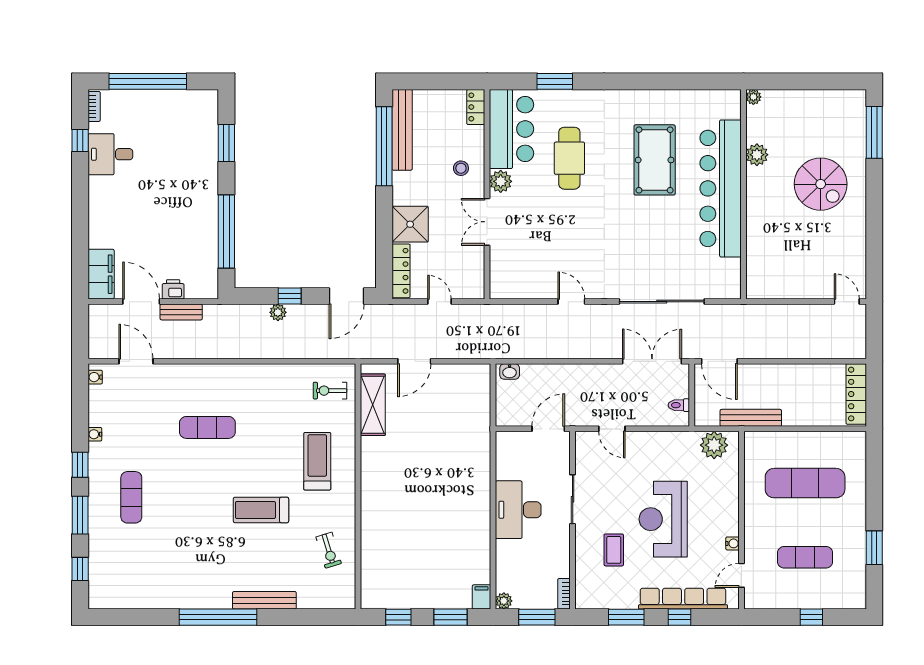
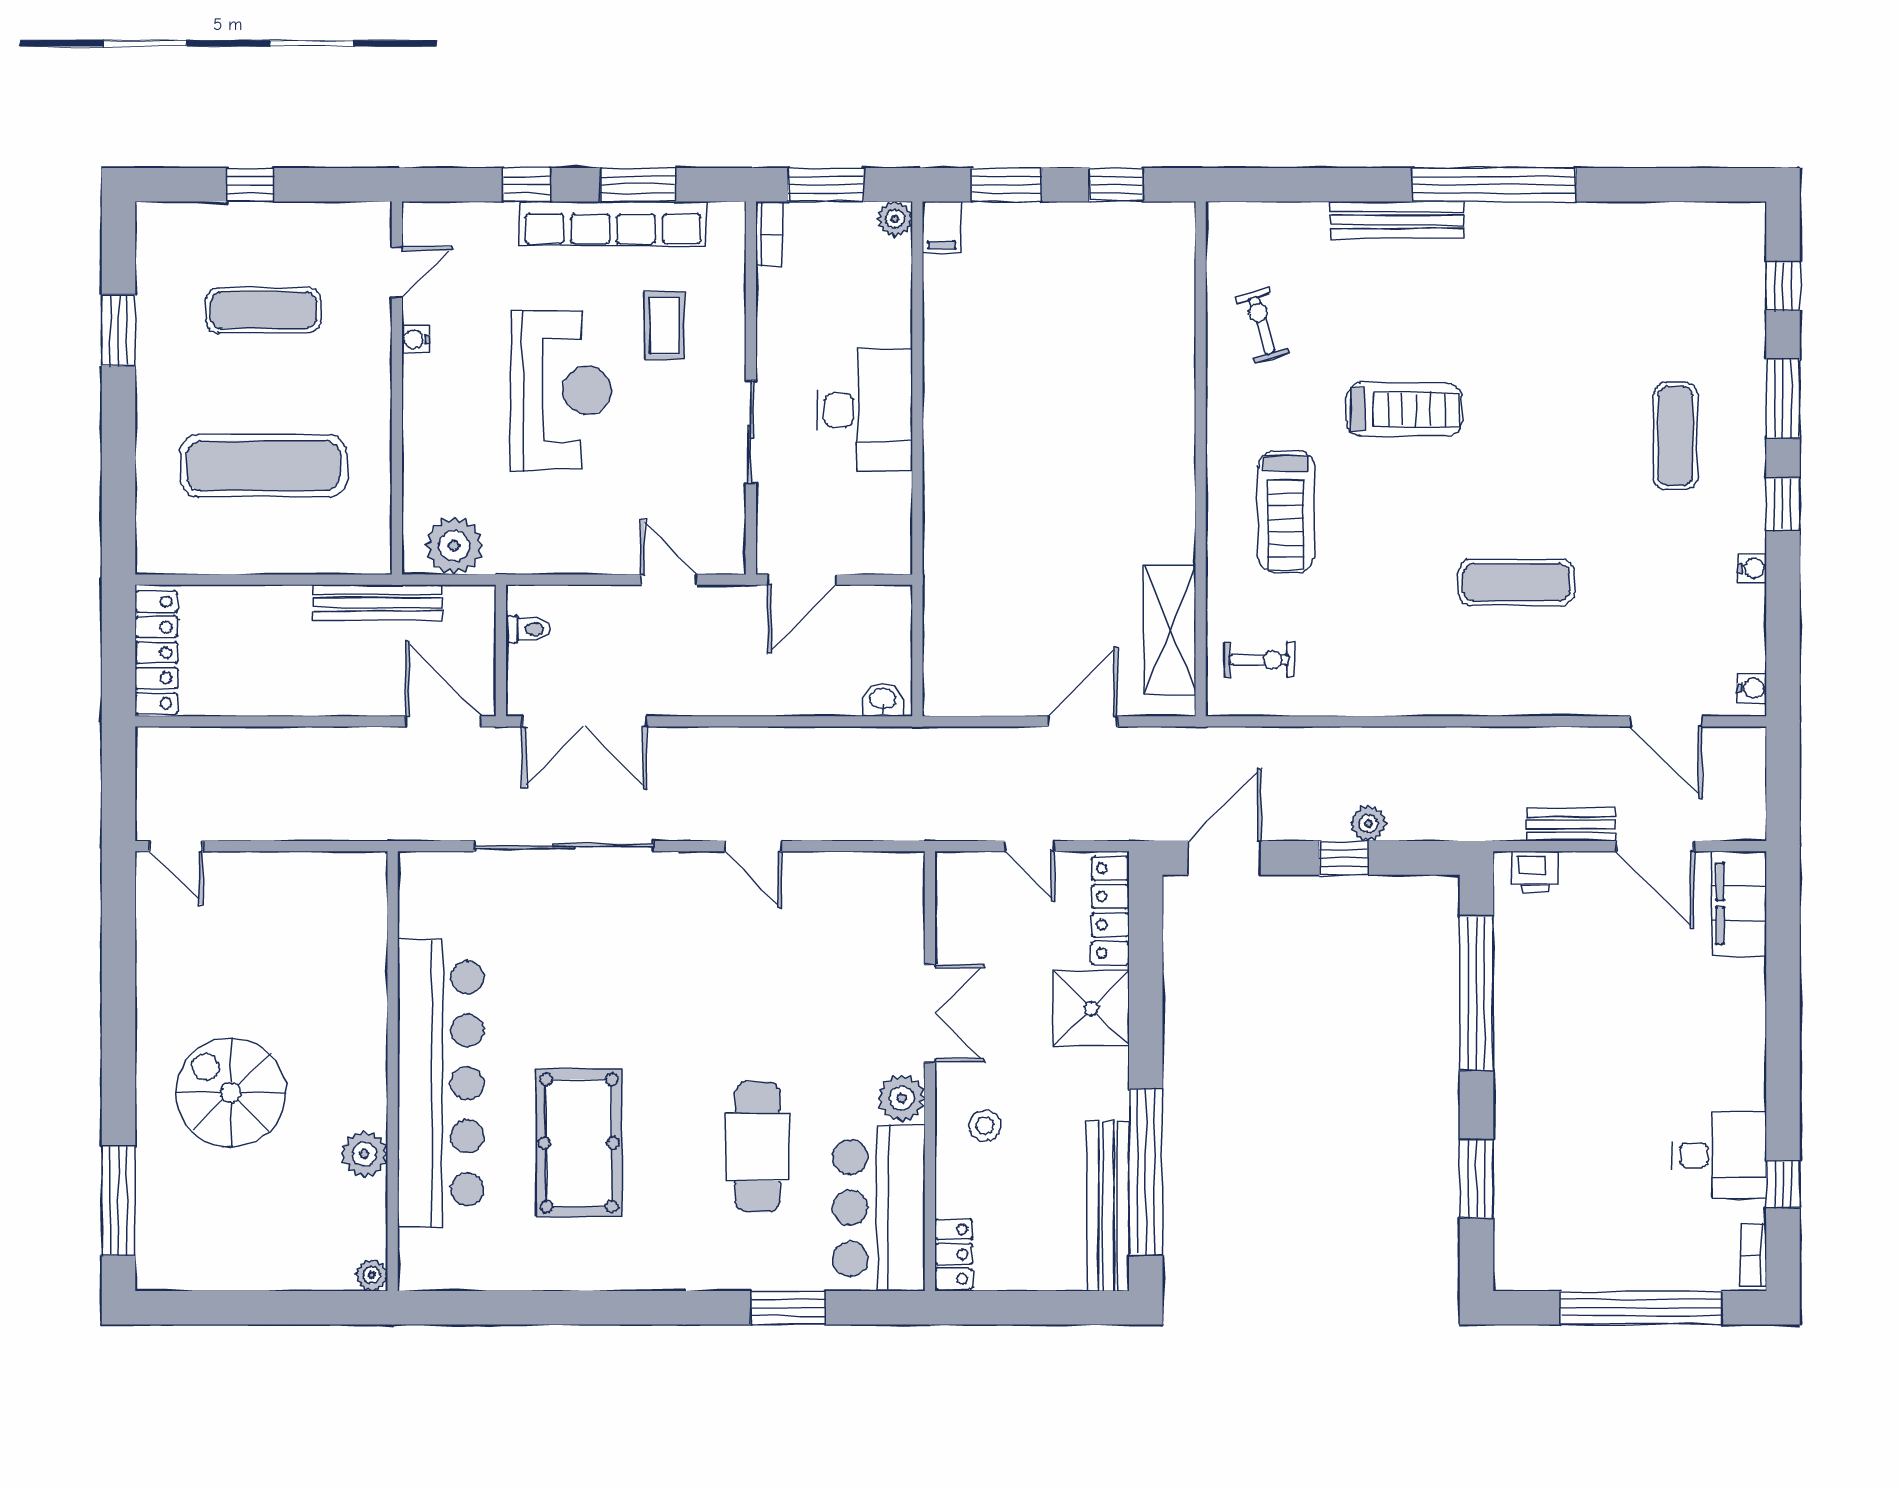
printer: (173, 289) -> (1536, 872), moved
row of seats: (683, 599) -> (613, 224), moved

